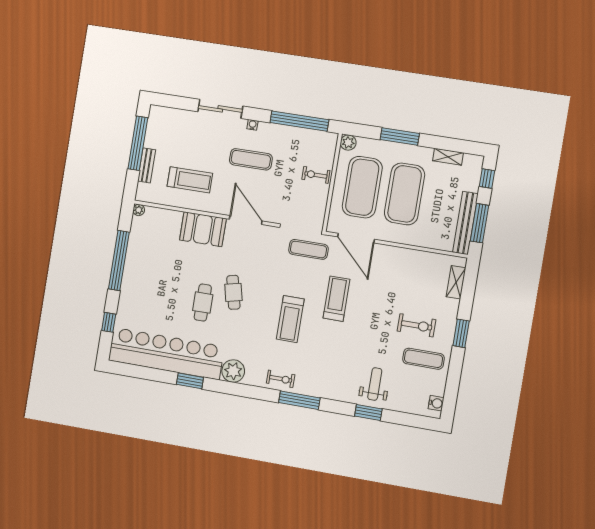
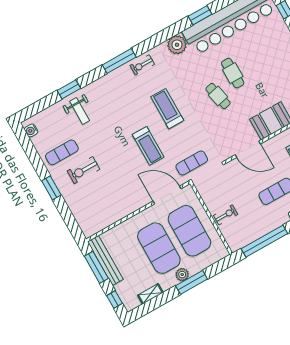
plant: (348, 143) -> (182, 275), moved
shelving: (456, 282) -> (81, 218), removed

